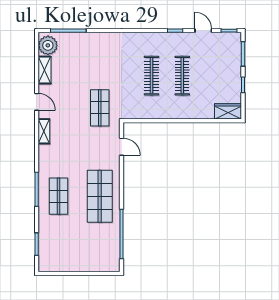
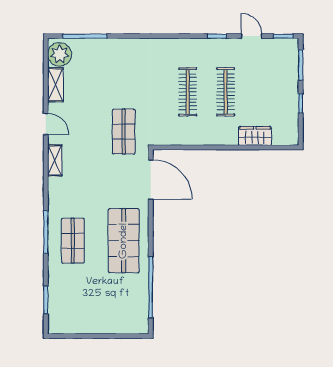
wardrobe: (228, 111) -> (255, 136), moved
door: (122, 147) -> (151, 180), width x1.88

